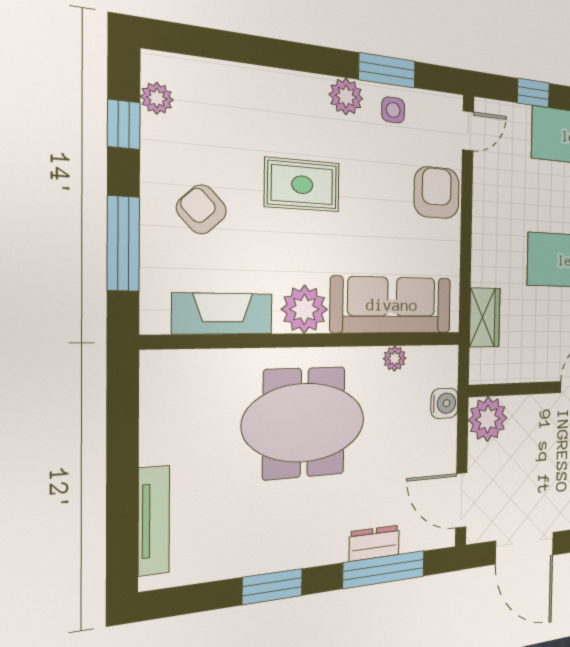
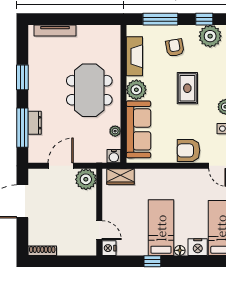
plant: (157, 98) -> (210, 36), width x1.87, depth x1.87
armchair: (437, 193) -> (189, 150), turned 180
armchair: (202, 209) -> (175, 48), turned -57
wardrobe: (485, 318) -> (120, 177), moved
water cooler: (444, 403) -> (114, 156), moved
door: (461, 500) -> (61, 166), moved

